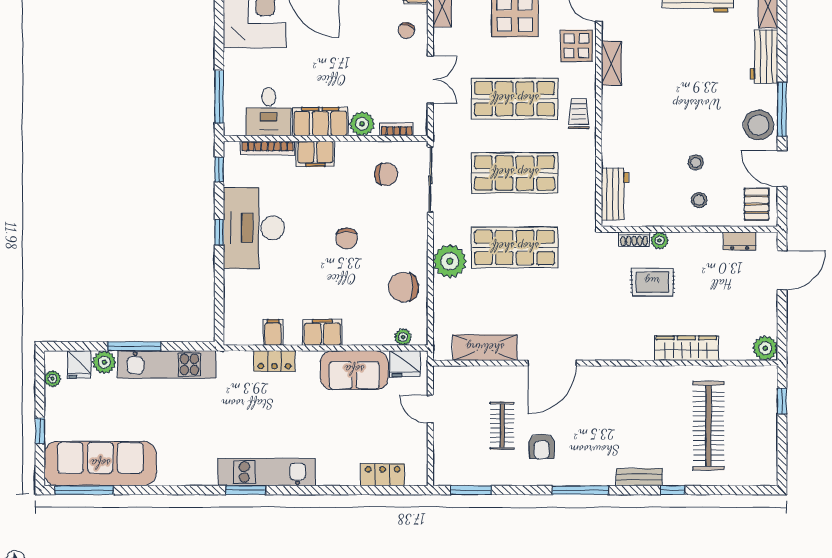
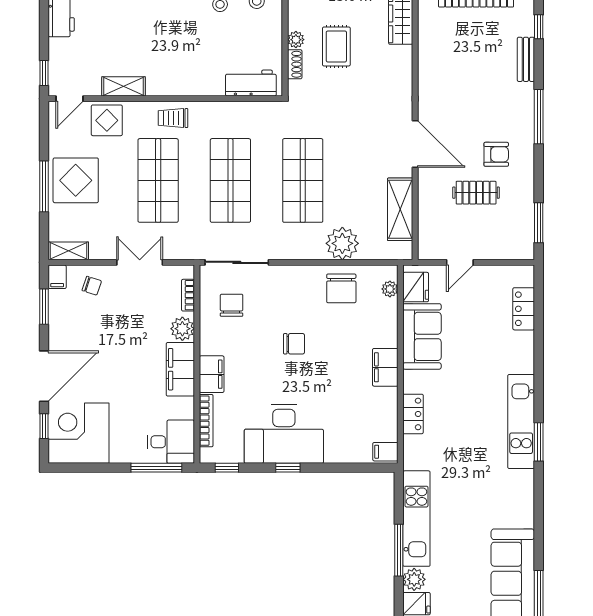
desk: (269, 112) -> (171, 442), moved
plant: (450, 261) -> (342, 243), moved
filing cabinet: (273, 333) -> (385, 452), moved

